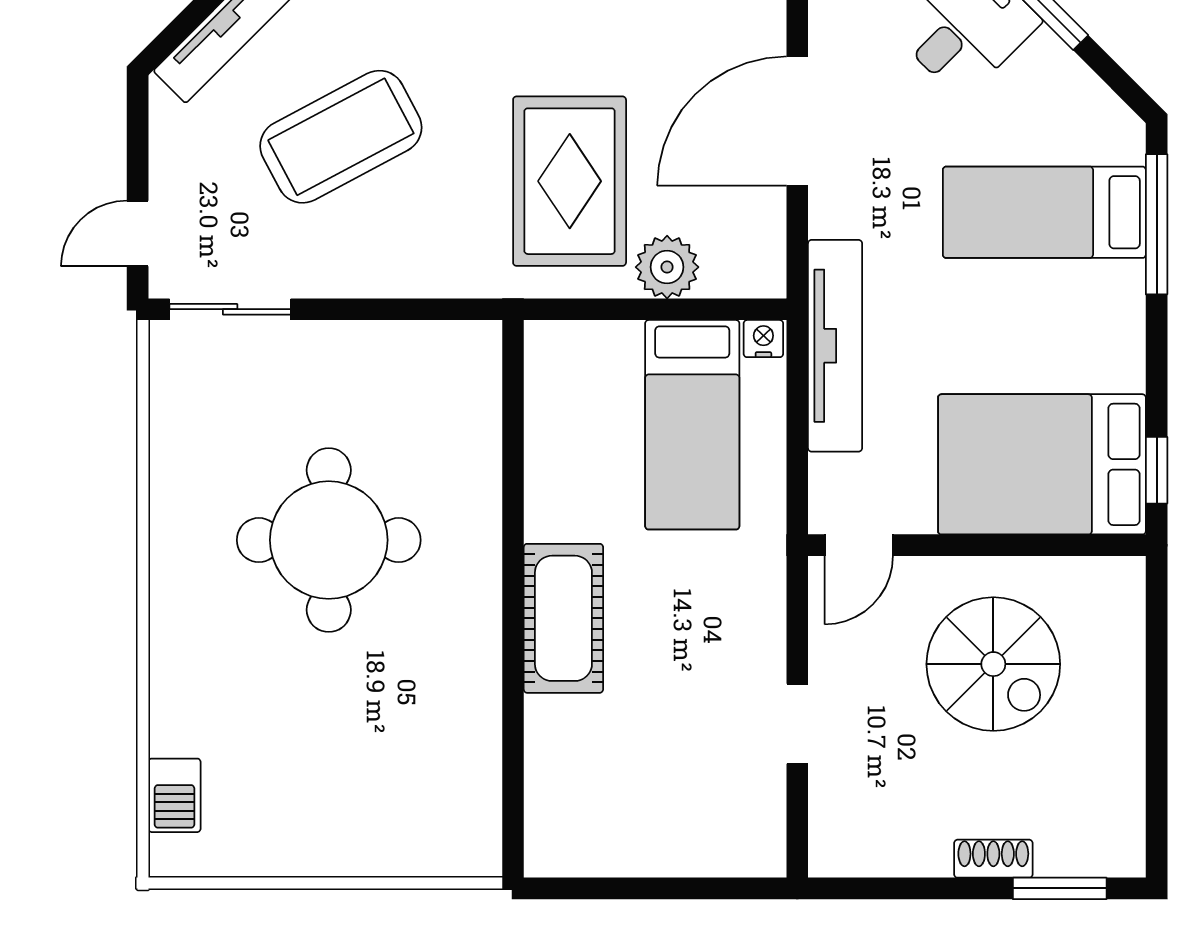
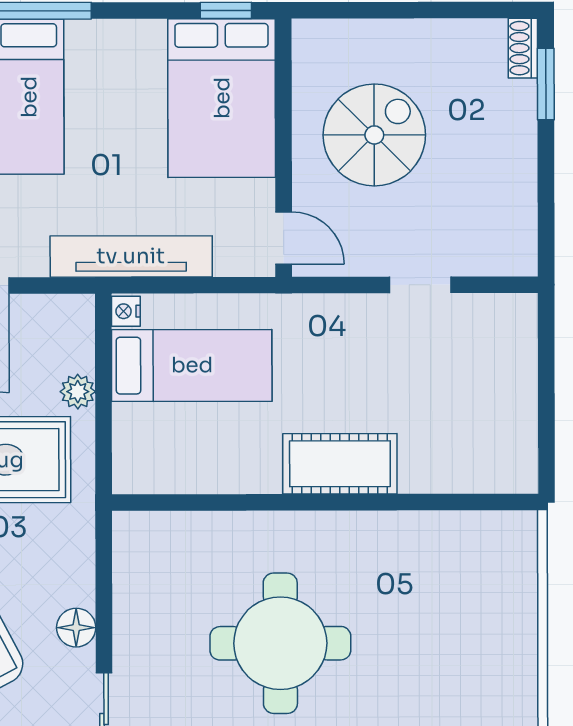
plant: (667, 267) -> (78, 392), width x0.73, depth x0.73
floor lamp: (350, 273) -> (76, 628), added
shoe rack: (993, 859) -> (523, 48), moved

